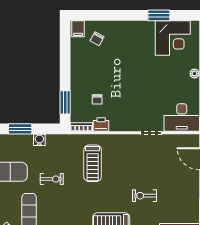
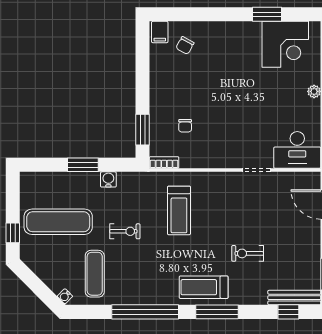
printer: (101, 125) -> (190, 159), removed

